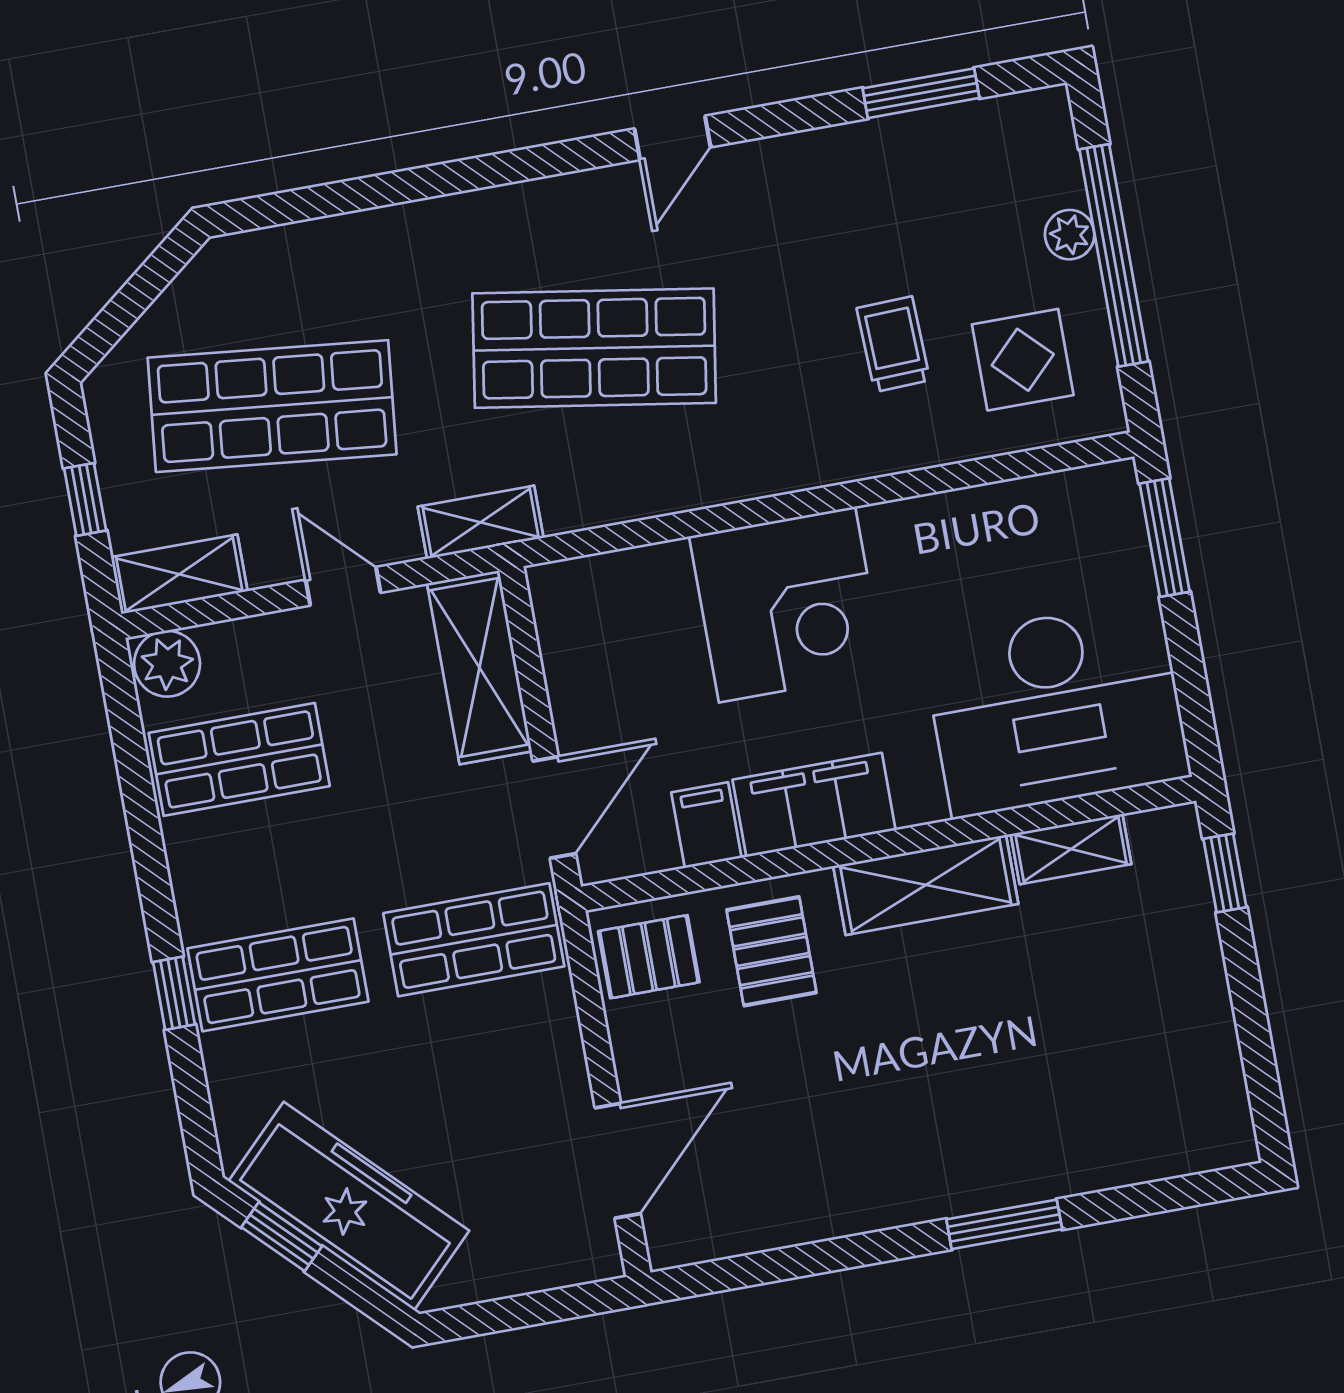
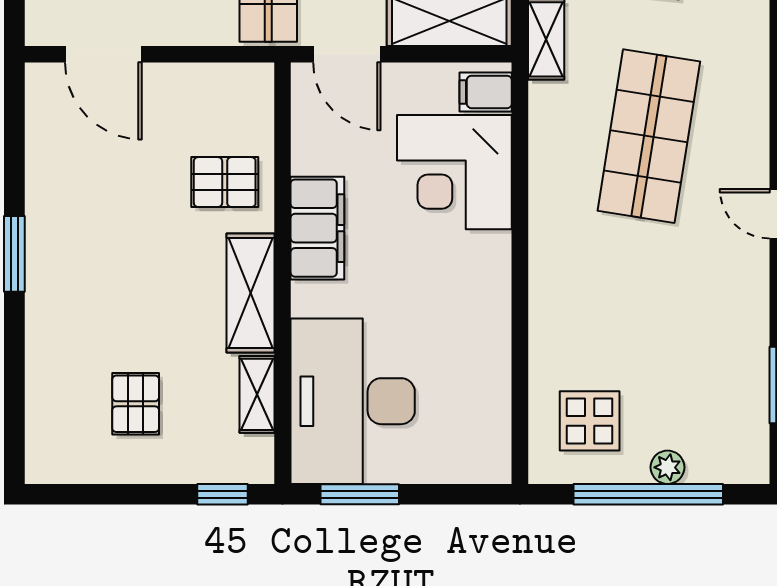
trolley: (893, 344) -> (616, 336), removed
window: (1165, 538) -> (360, 494), moved
corner desk: (787, 605) -> (454, 172), moved
filing cabinet: (706, 825) -> (486, 92), moved, turned 180
pallet: (649, 957) -> (136, 404), moved
window: (1004, 1224) -> (14, 254), moved

